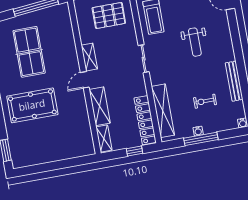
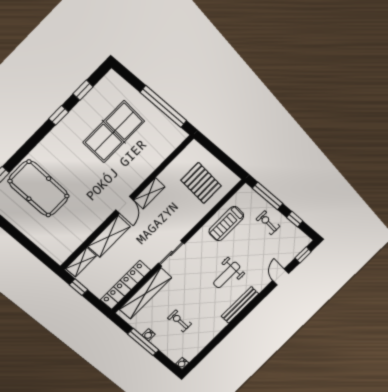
sliding door: (144, 59) -> (171, 253), moved
door: (85, 80) -> (124, 205), swing flipped
bench: (234, 81) -> (240, 305), moved
pool table: (32, 105) -> (39, 189), moved
window: (135, 151) -> (79, 287), moved

